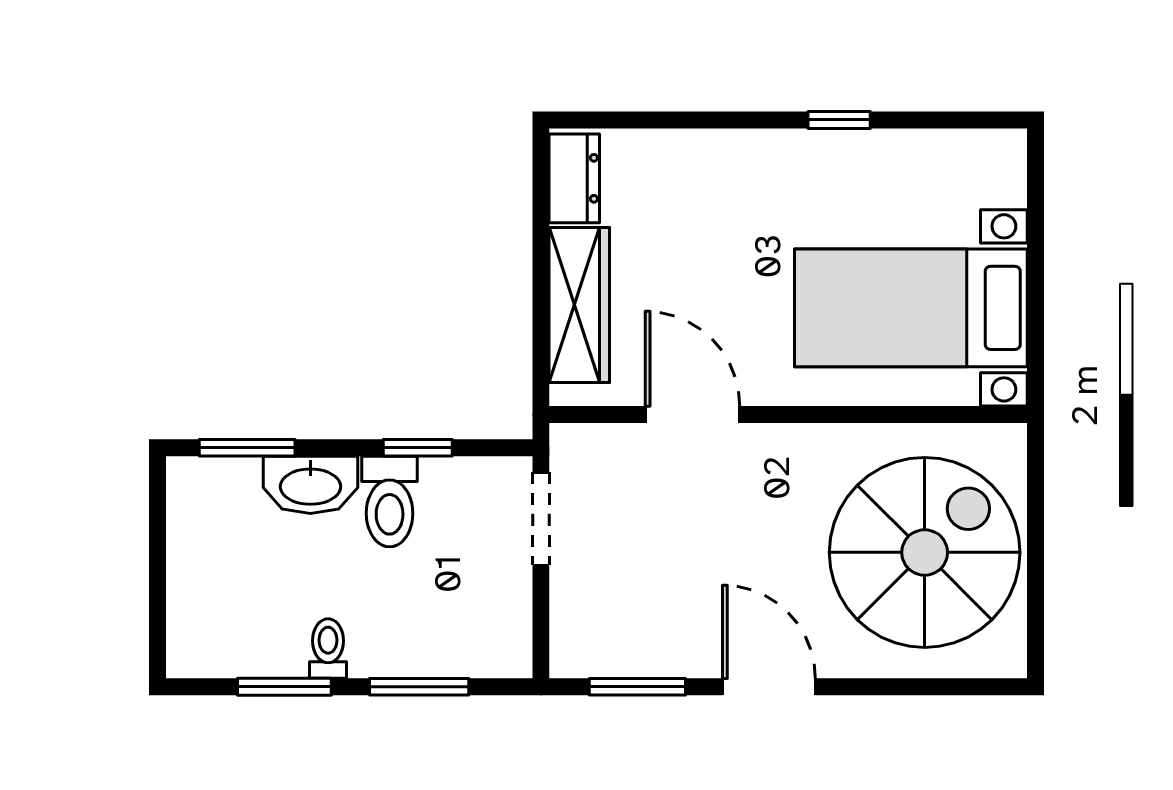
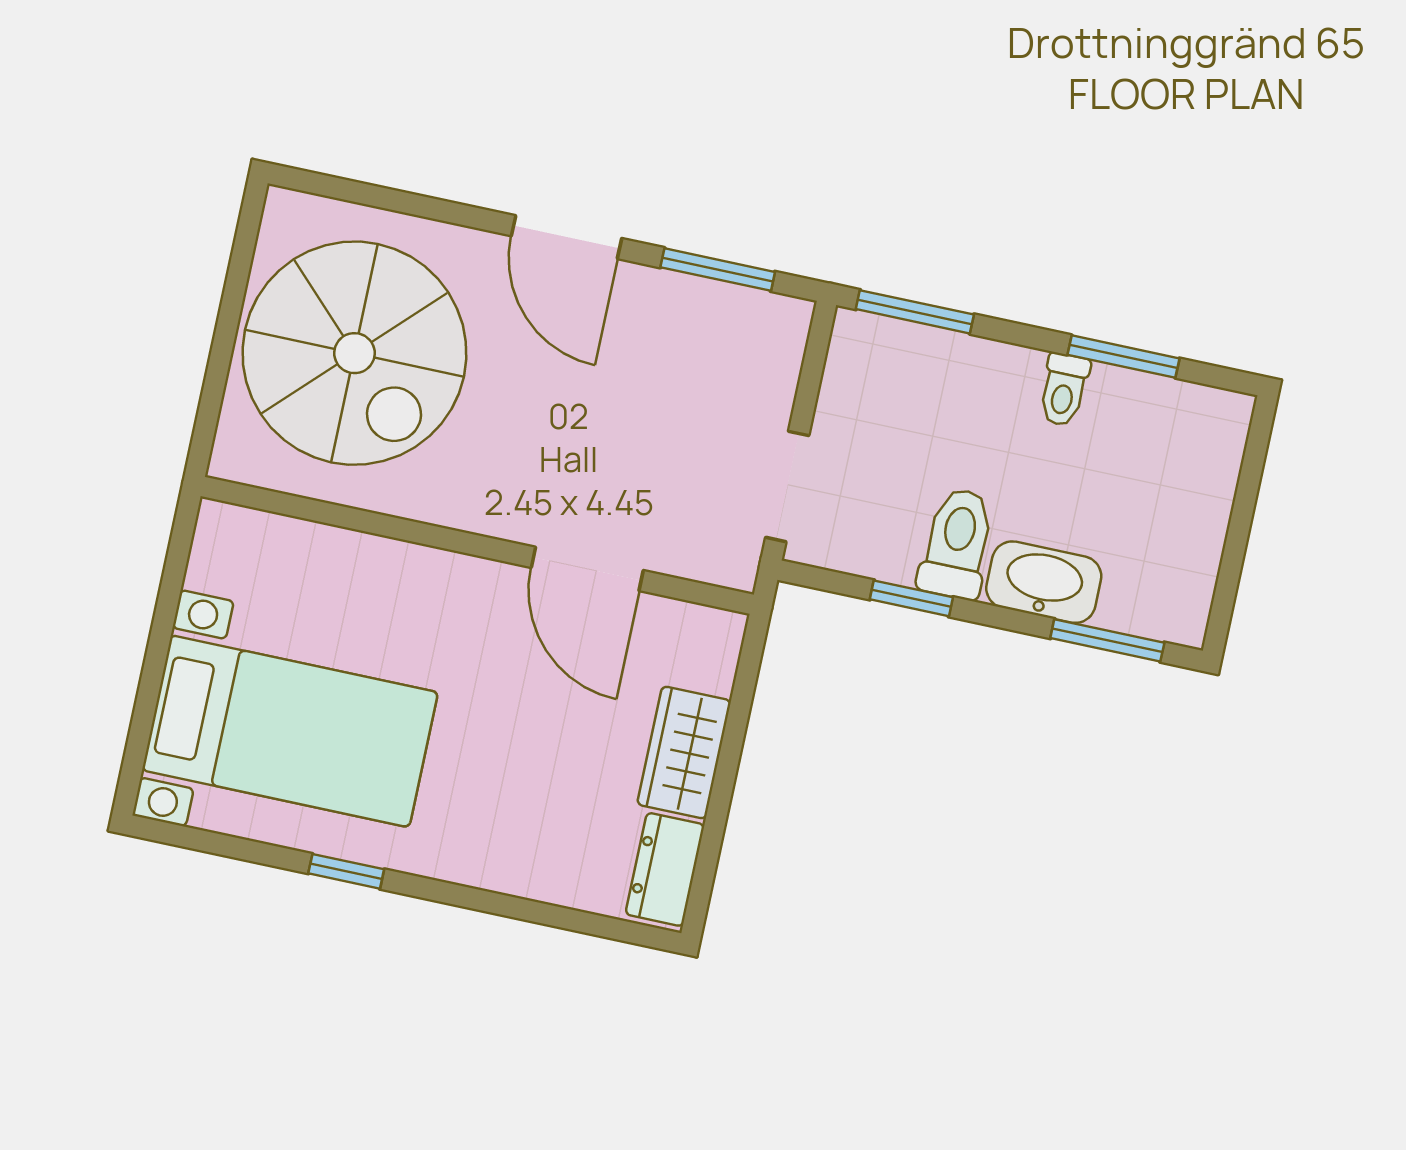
wardrobe: (579, 305) -> (684, 752), width x0.67
bed with nightstands: (911, 308) -> (290, 731), moved
spiral stairs: (925, 552) -> (354, 353), turned -90
window: (419, 687) -> (915, 312), moved

